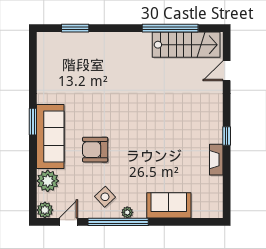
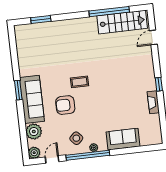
coffee table: (118, 120) -> (80, 82), added

